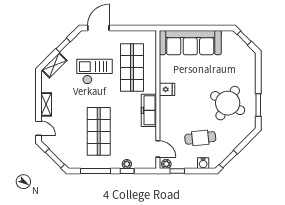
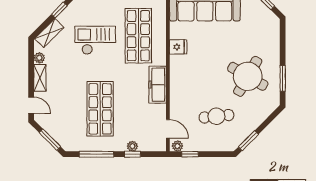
plant: (46, 87) -> (39, 58), added
fridge: (167, 89) -> (178, 47), moved
water cooler: (203, 163) -> (220, 145), removed

